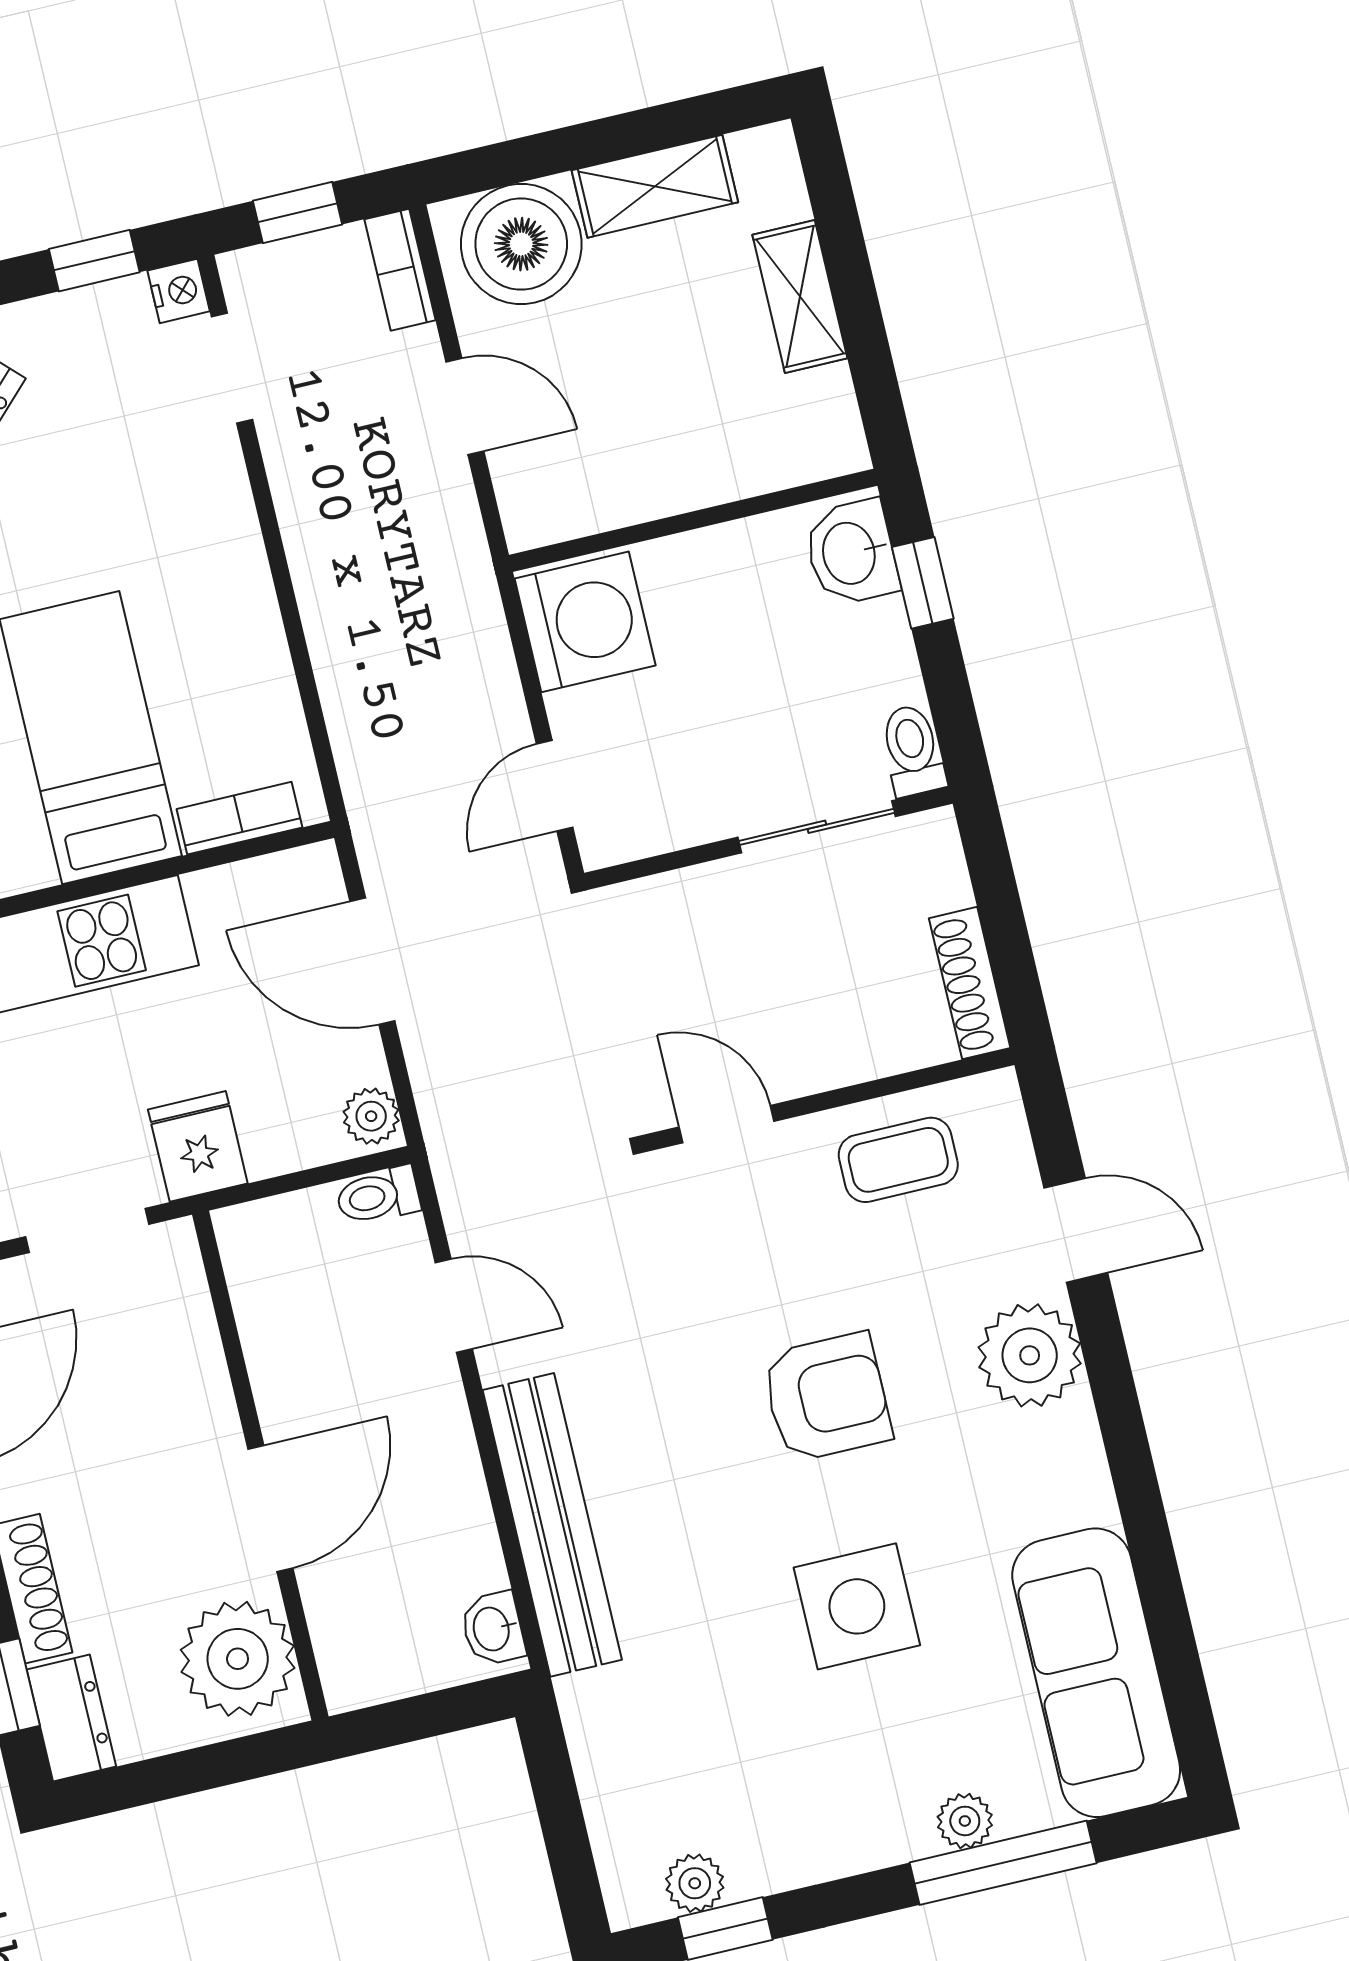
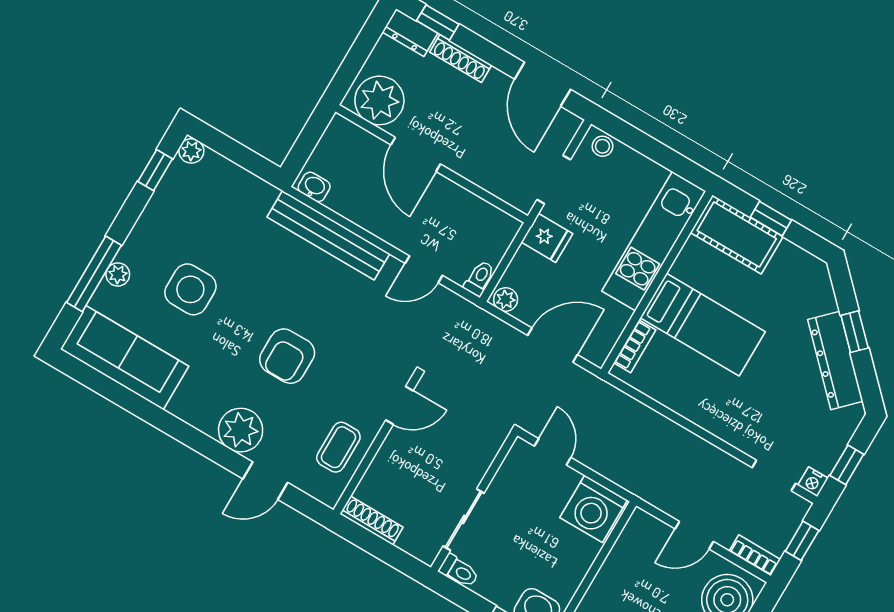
side table: (857, 1606) -> (190, 289), moved
plant: (695, 1883) -> (191, 151), moved

